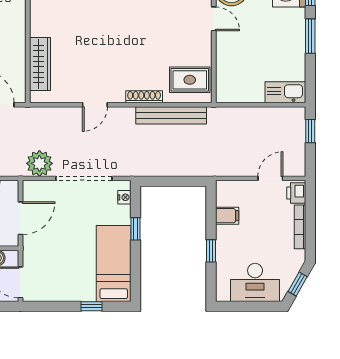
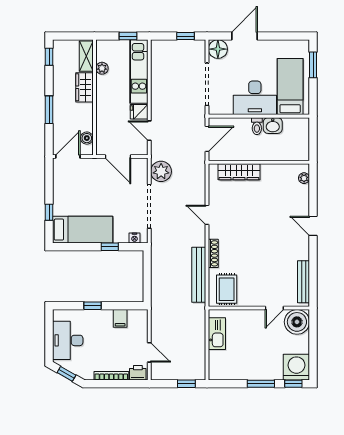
kitchen sink: (285, 92) -> (217, 334), moved

